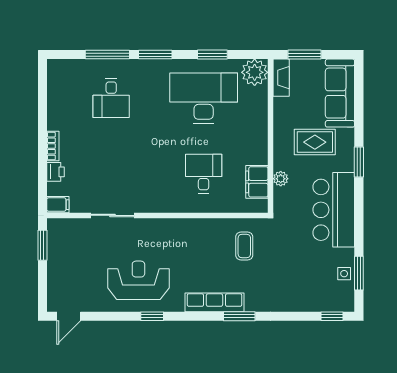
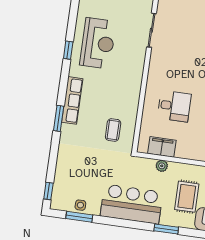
coffee table: (244, 246) -> (113, 130), turned 90

